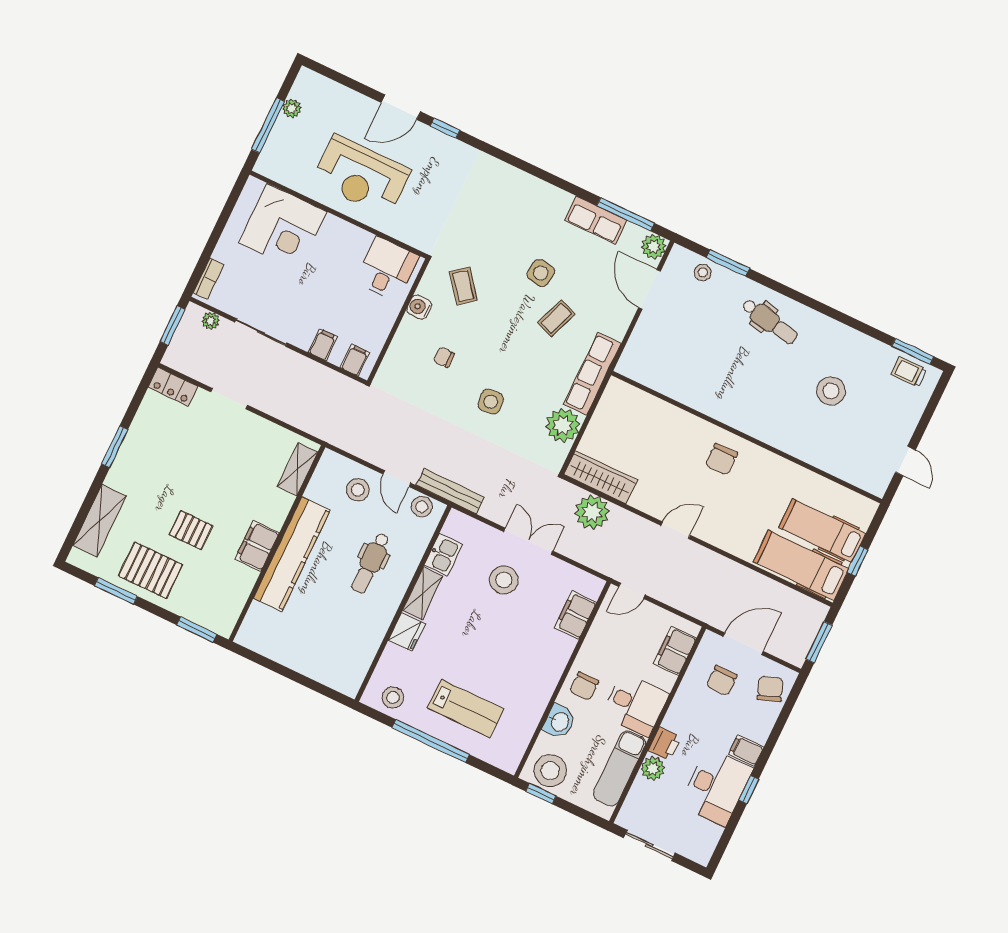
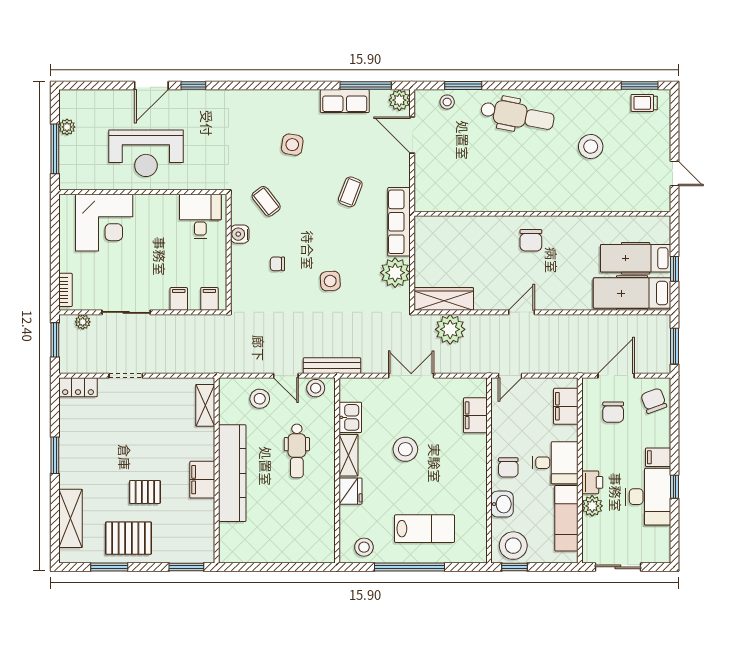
side table: (541, 273) -> (292, 145), moved
dental chair: (770, 321) -> (517, 115), width x1.36, depth x1.38
stool: (504, 580) -> (405, 449), moved

